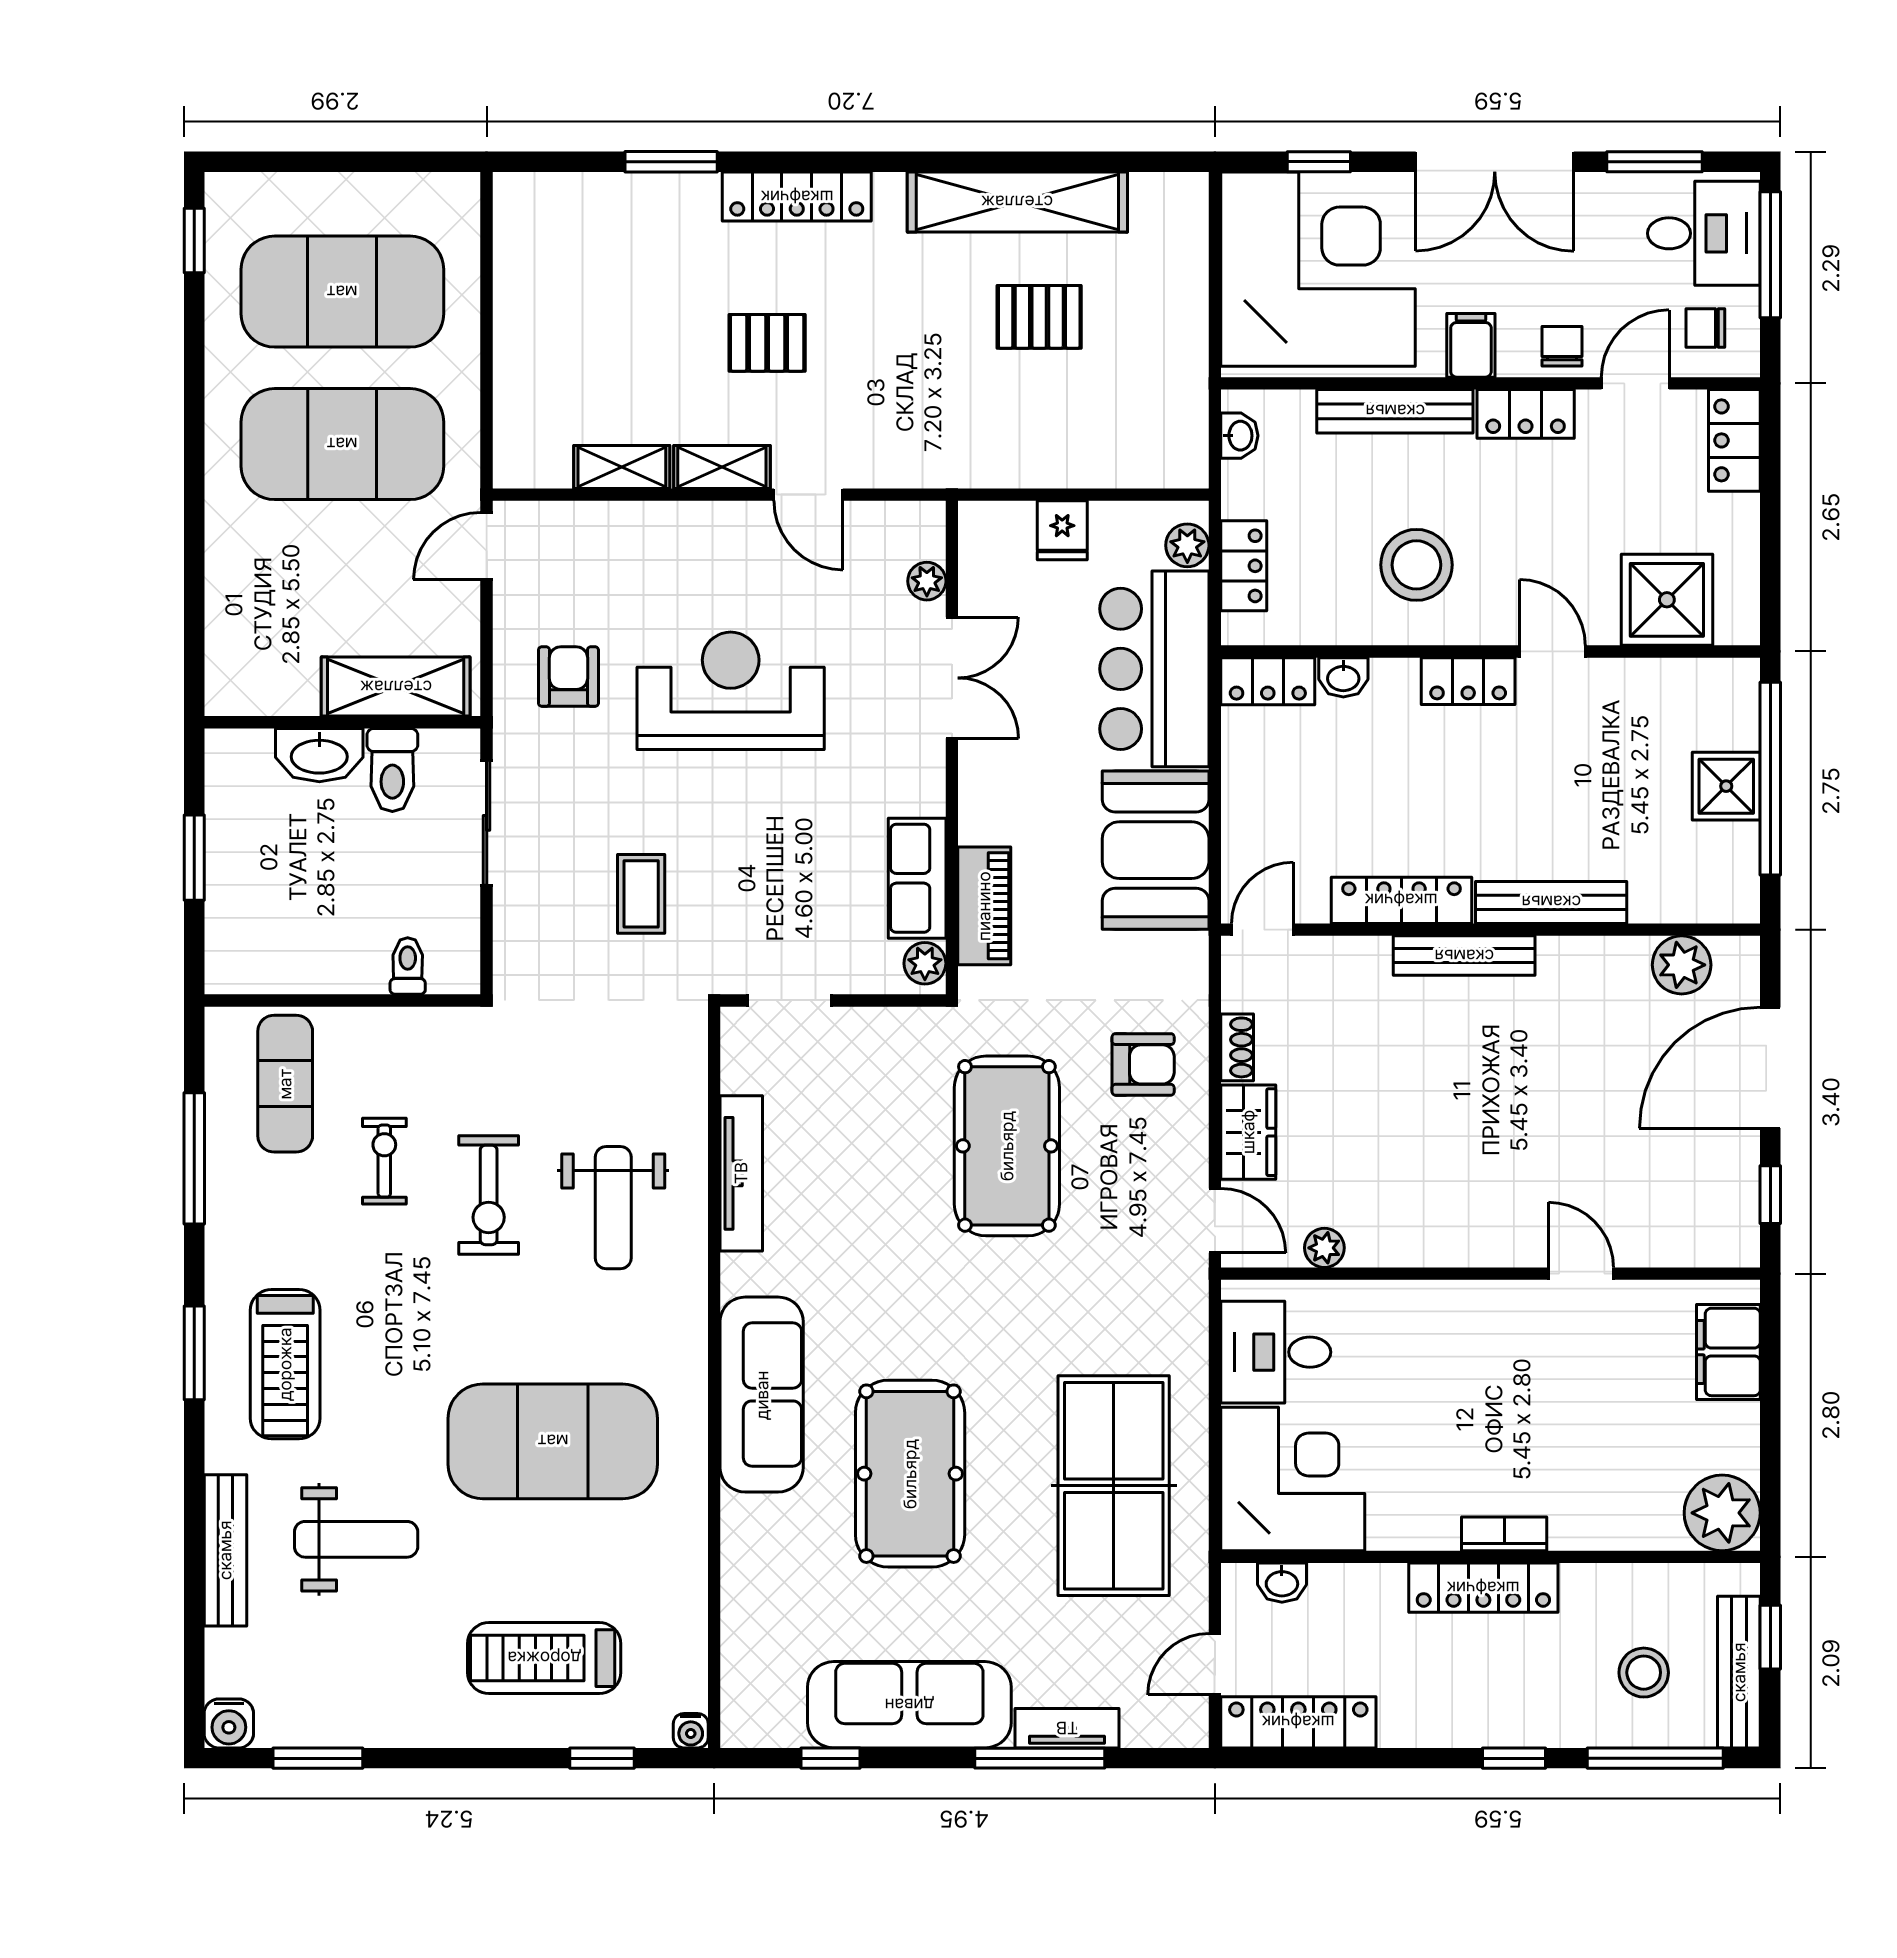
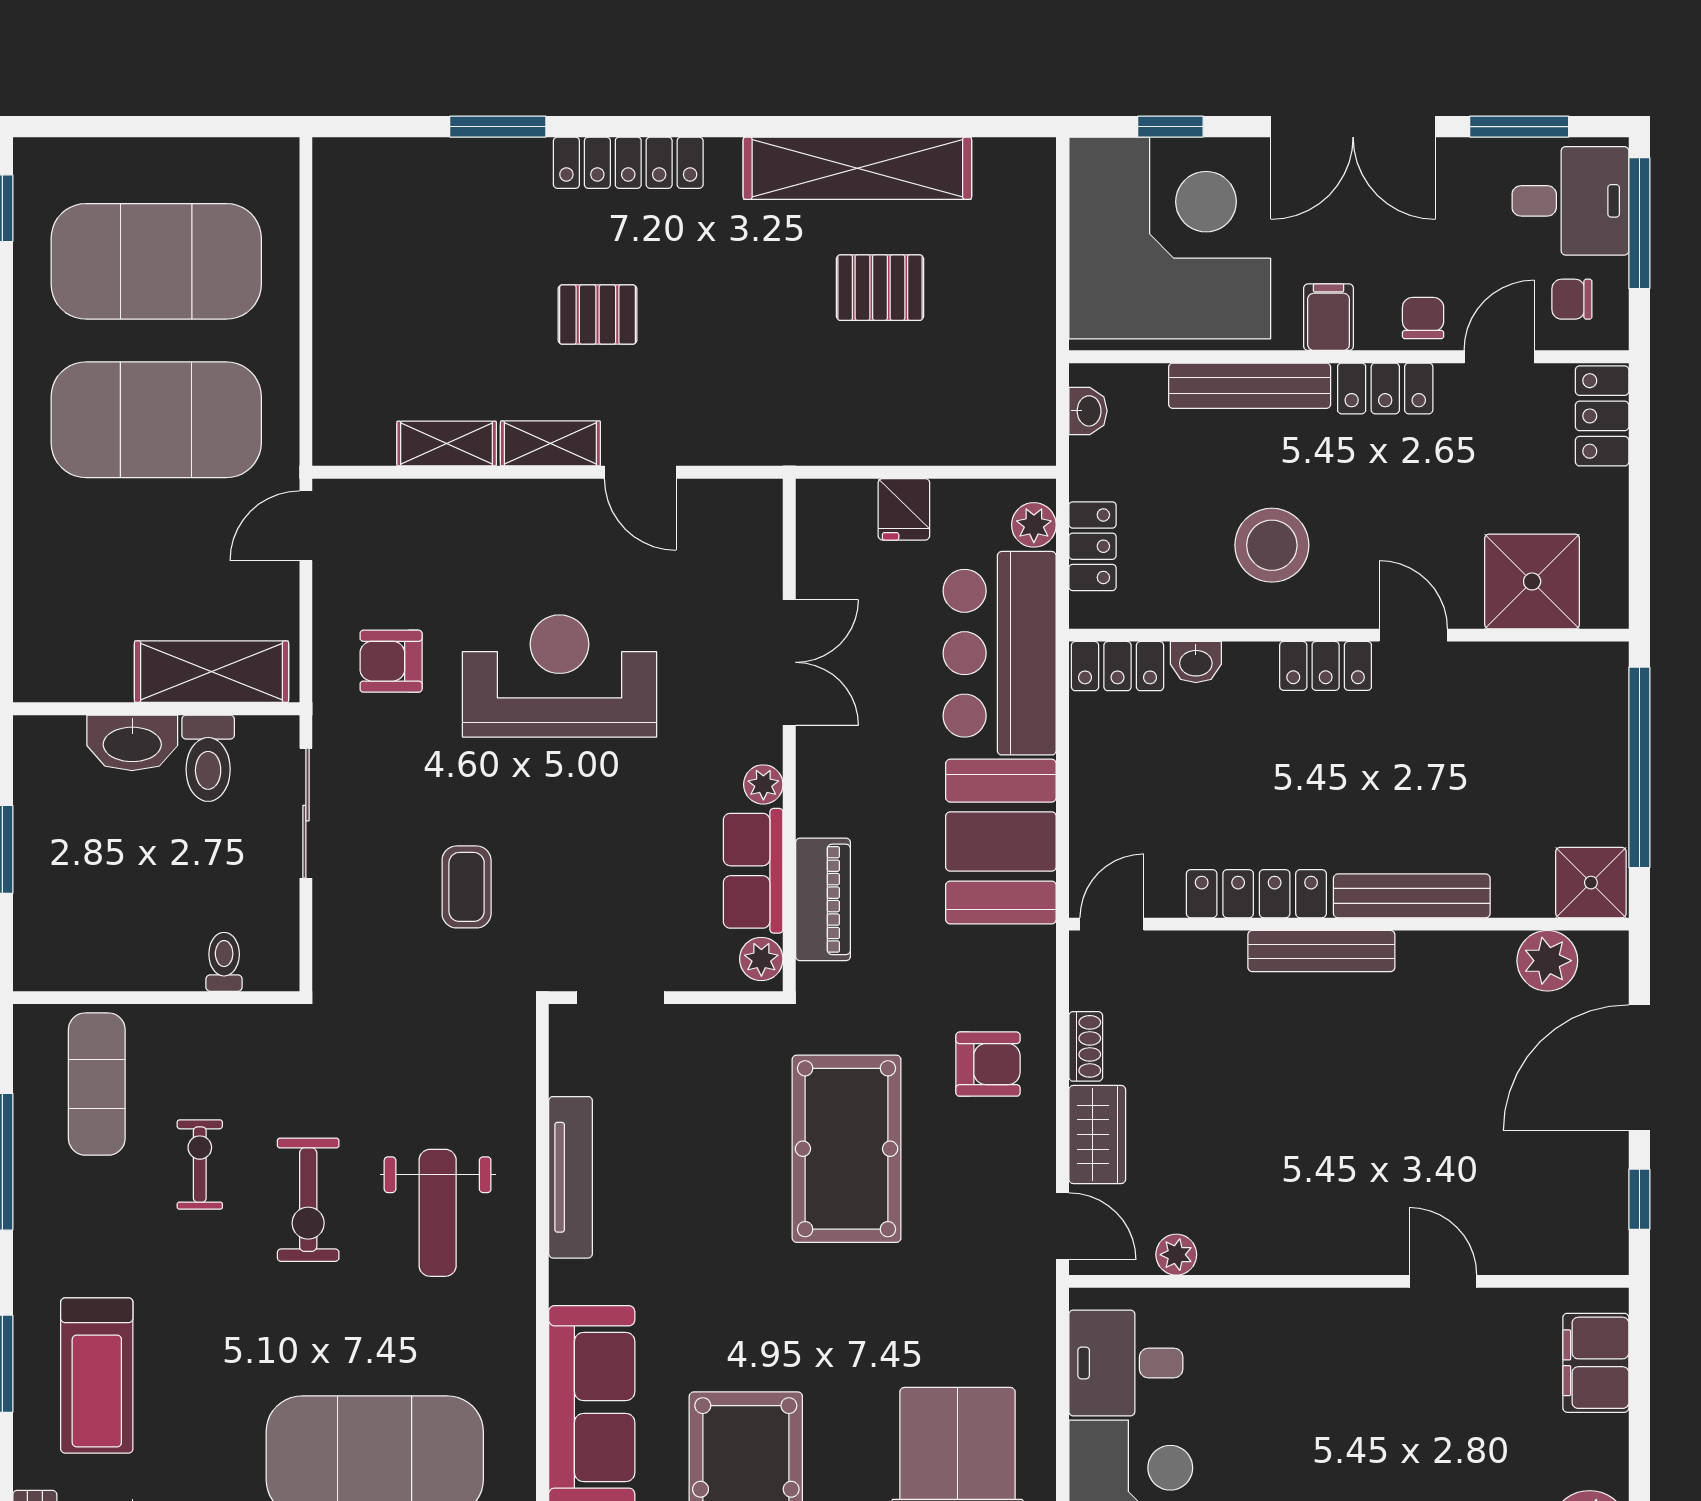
plant: (927, 581) -> (763, 784), moved
armchair: (568, 677) -> (391, 661), turned -90
shower: (1726, 786) -> (1591, 883), moved

